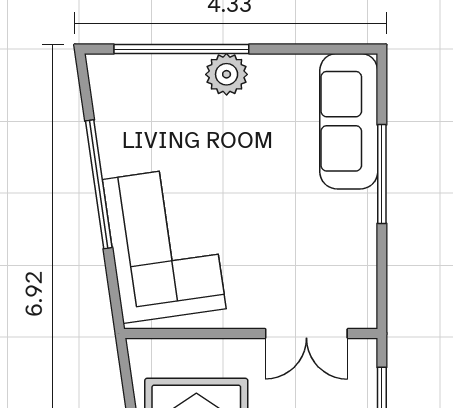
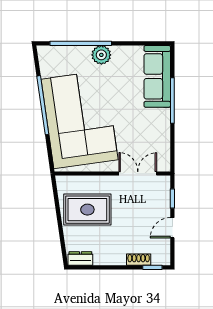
corner sofa: (164, 244) -> (80, 119), width x1.36, depth x1.36
double door: (306, 334) -> (138, 174), swing flipped

